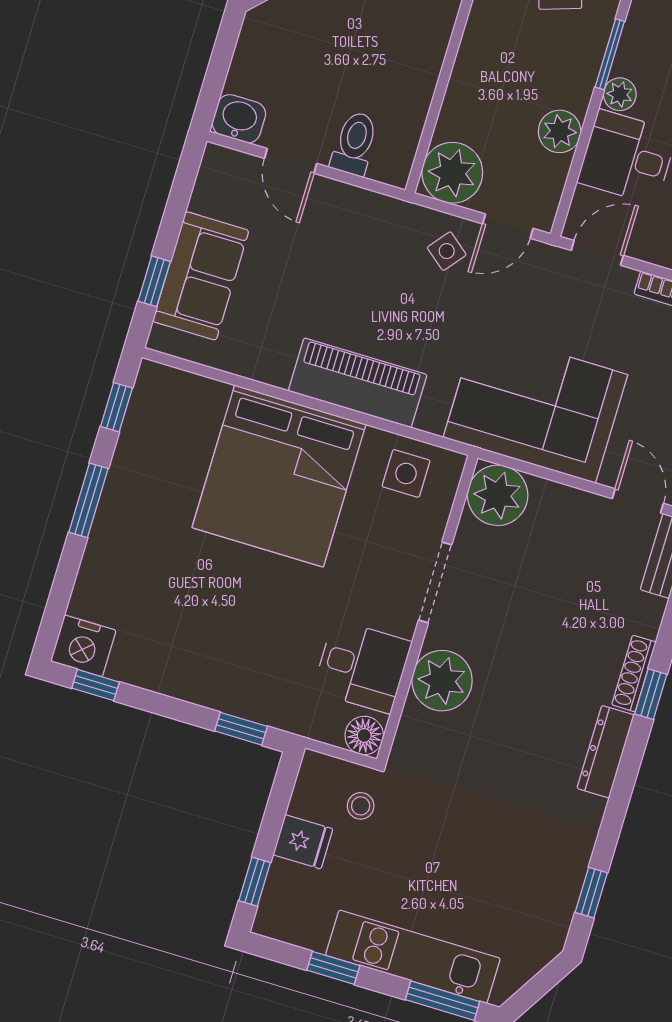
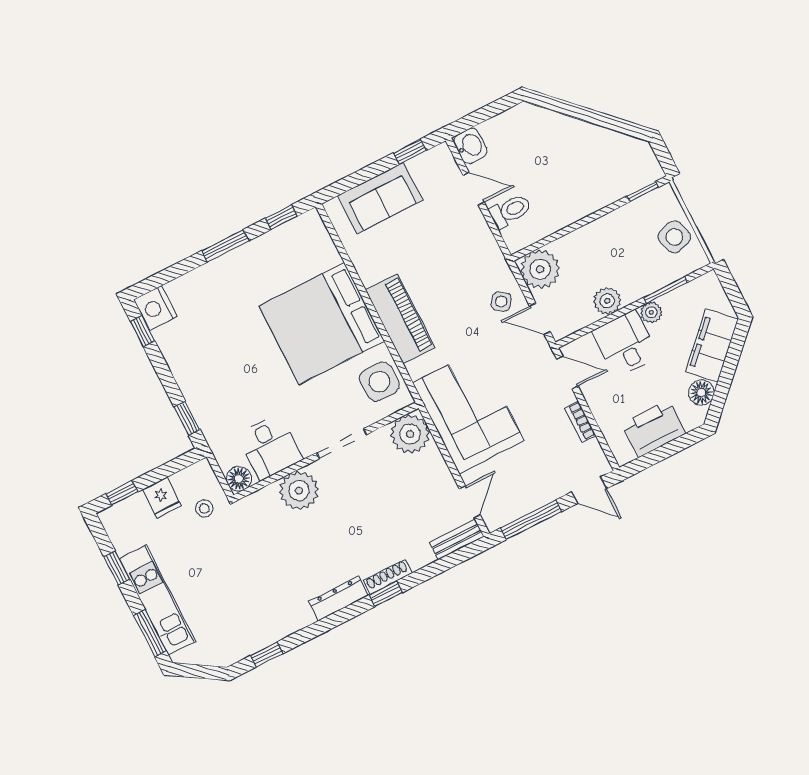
door: (291, 161) -> (474, 189), swing flipped
window: (154, 281) -> (410, 152), moved
side table: (406, 473) -> (379, 382), width x1.37, depth x1.37

